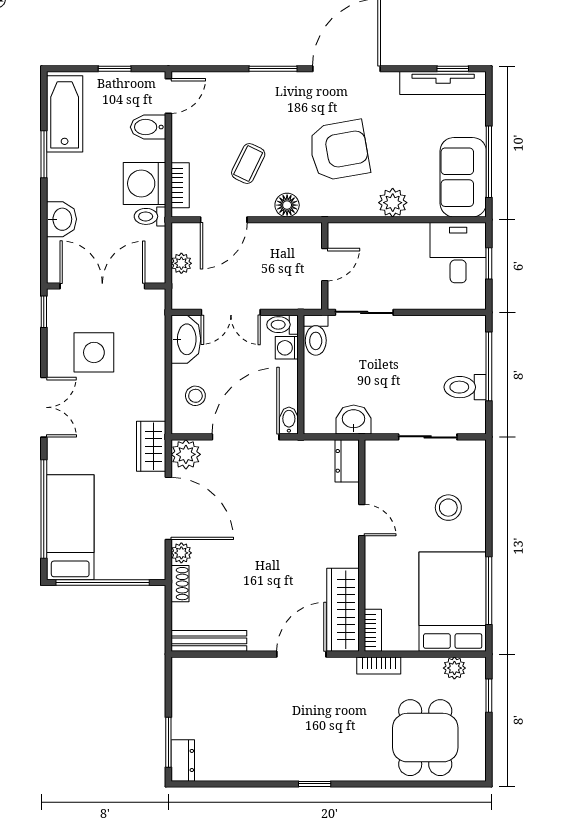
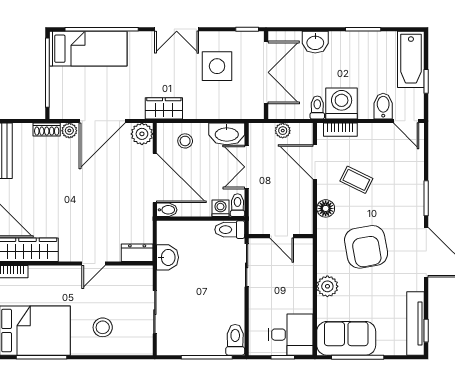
bathtub: (65, 114) -> (411, 59), moved, turned 90
toilet: (465, 387) -> (235, 340), moved
wardrobe: (151, 446) -> (164, 108), moved

